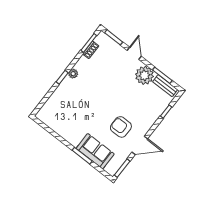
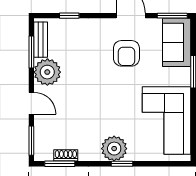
door: (134, 53) -> (31, 103), swing flipped
plant: (73, 74) -> (114, 149), width x1.87, depth x1.87
corner sofa: (67, 120) -> (167, 120), added
sofa: (95, 151) -> (177, 42), moved

